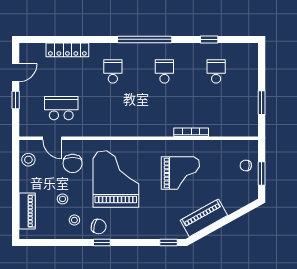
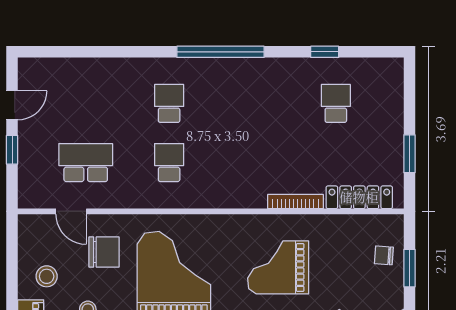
locker: (67, 50) -> (359, 197), moved, turned 180
school desk: (164, 71) -> (169, 163), moved
stool: (28, 160) -> (47, 276), moved
chair: (73, 163) -> (104, 252), turned -90
grand piano: (180, 173) -> (278, 267), turned 180

